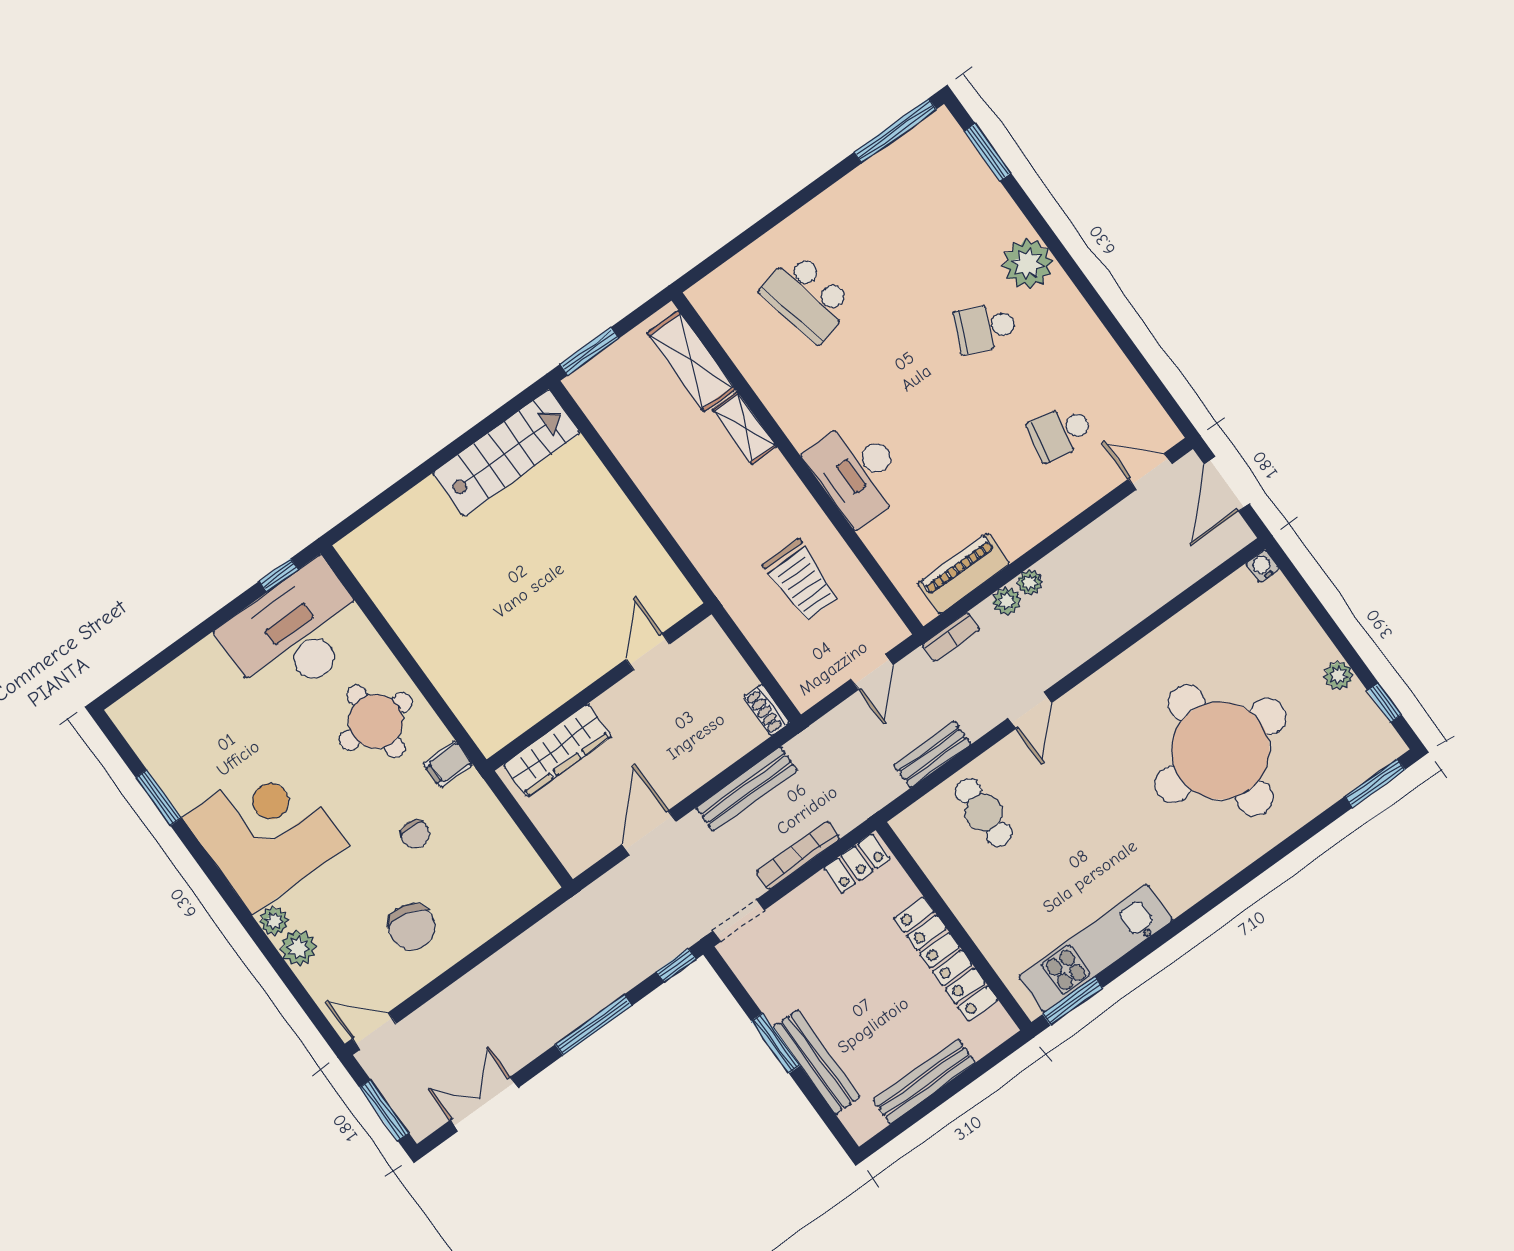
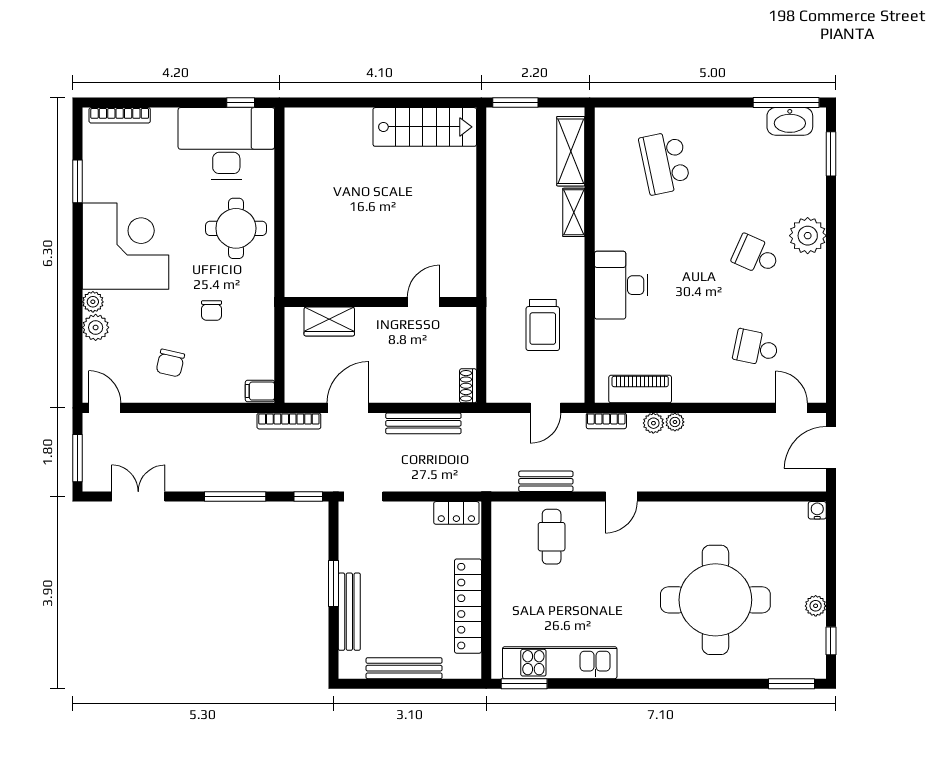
washbasin: (915, 149) -> (790, 121), added
bookcase: (152, 688) -> (120, 115), added
wardrobe: (557, 751) -> (329, 321), width x0.67
filing cabinet: (448, 764) -> (260, 391), moved
bookcase: (798, 855) -> (289, 421), moved, turned 180
chair: (412, 927) -> (170, 363), width x0.73, depth x0.73

